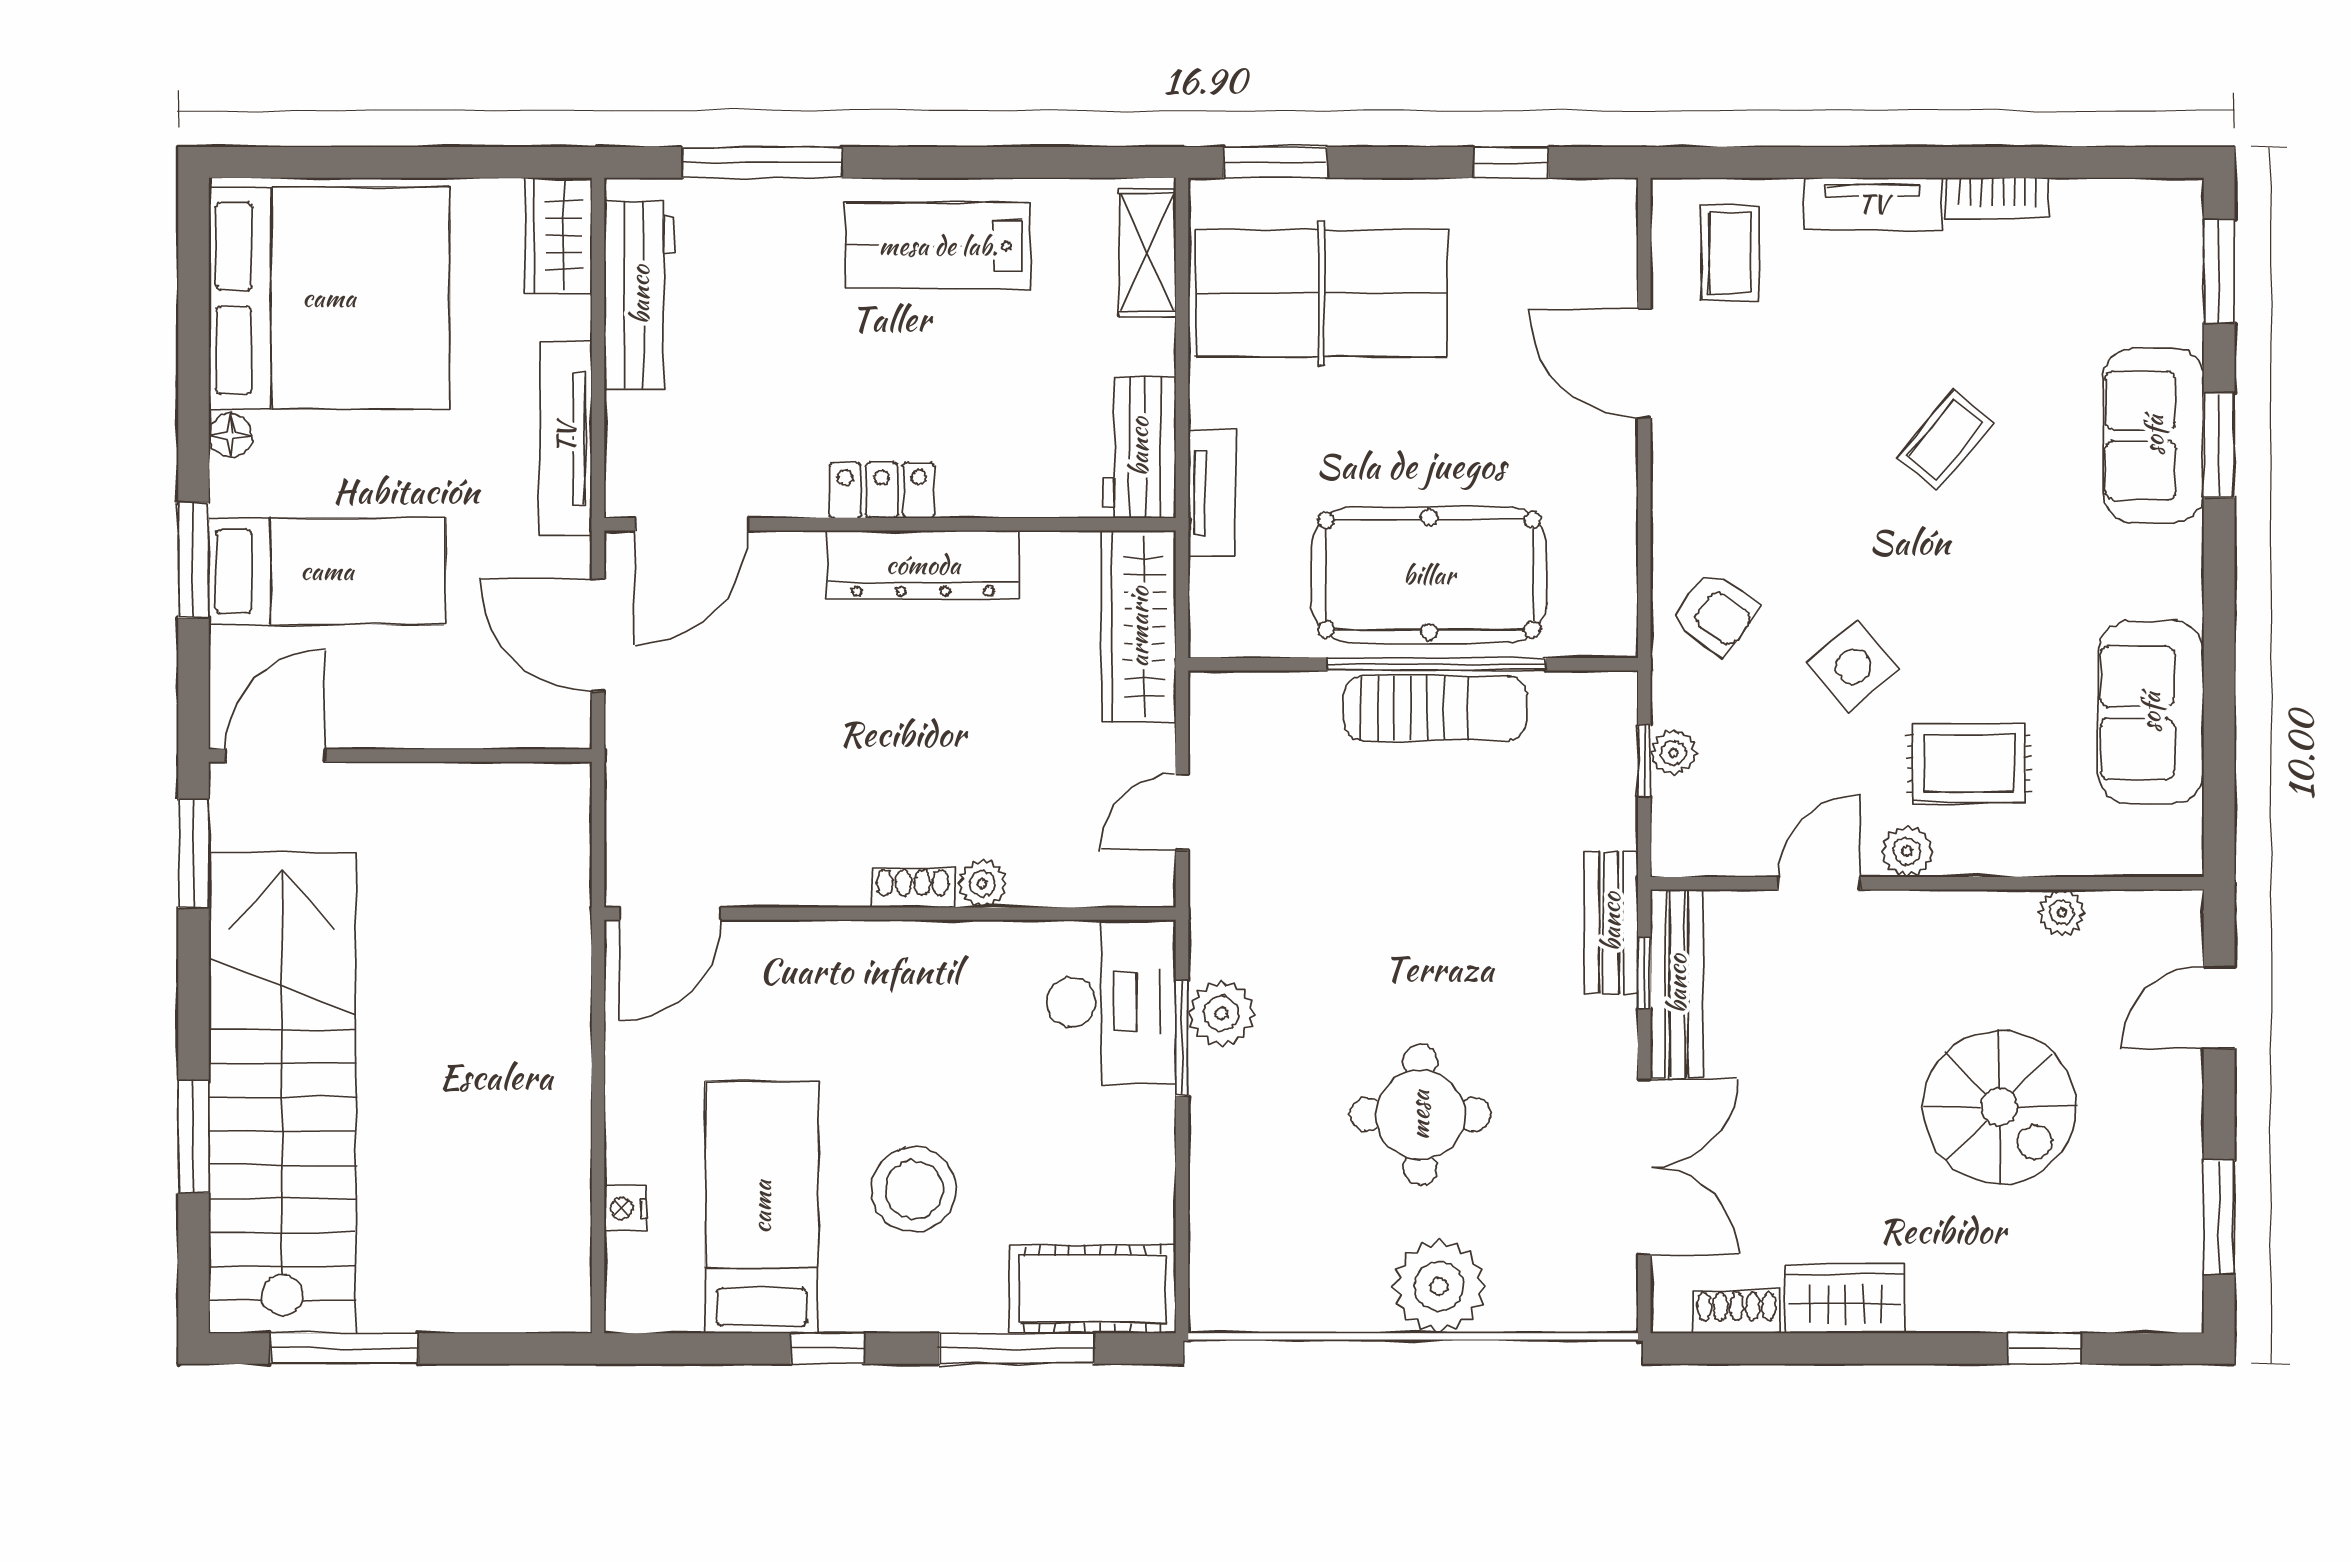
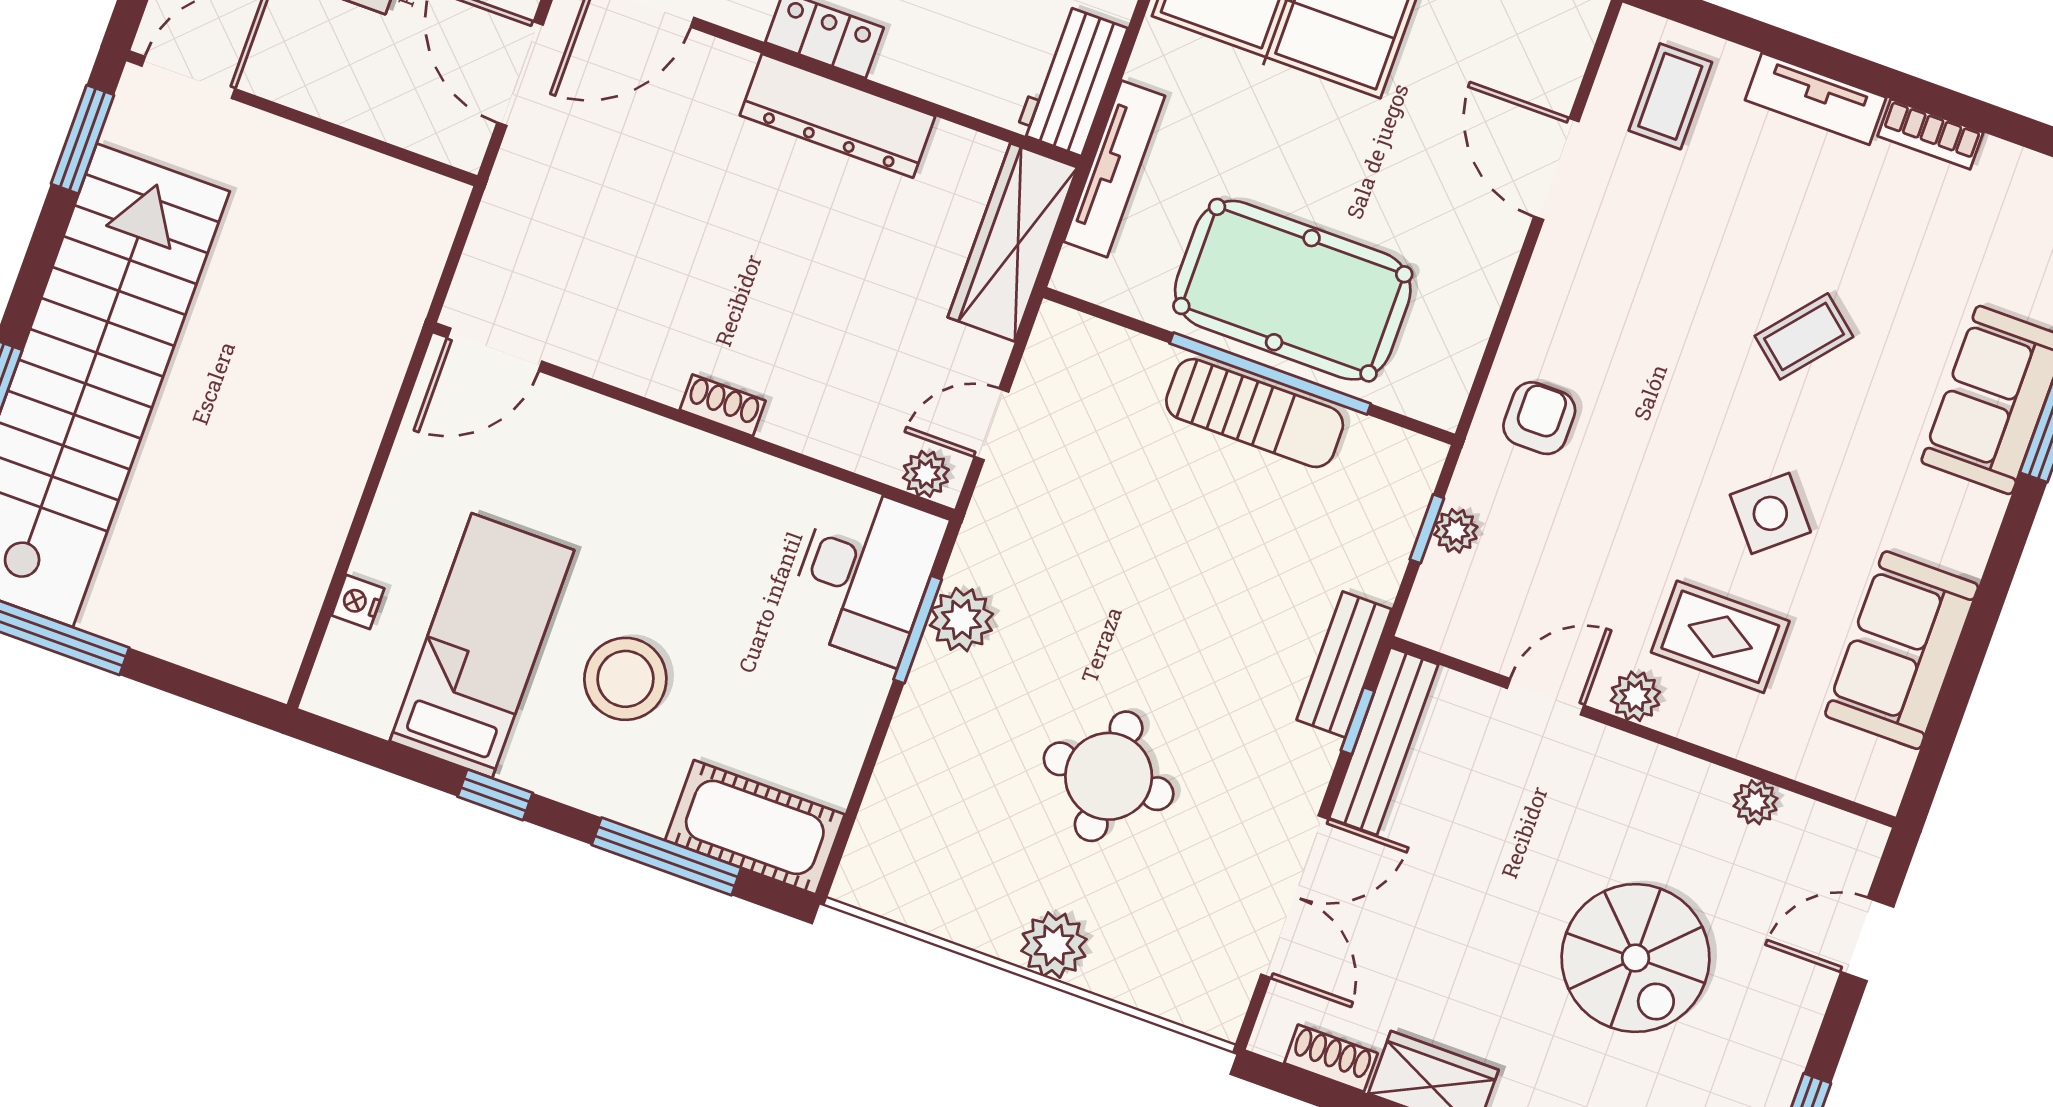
tv unit: (1212, 493) -> (1114, 169), width x1.41
armchair: (1715, 613) -> (1539, 418), turned -126
side table: (1853, 666) -> (1770, 513), moved
plant: (982, 883) -> (926, 474), moved
plant: (1439, 1286) -> (1054, 945), width x0.73, depth x0.73

